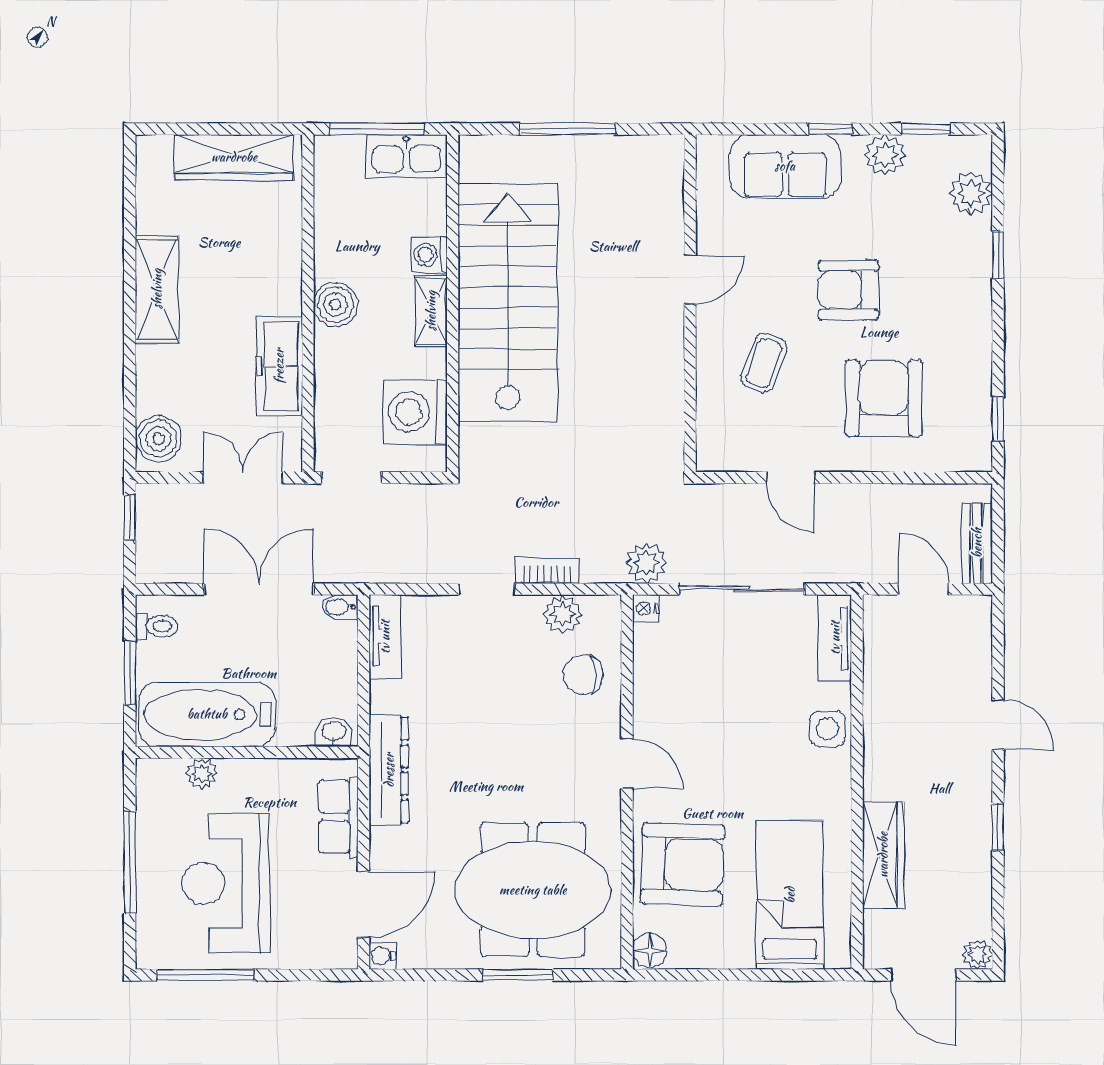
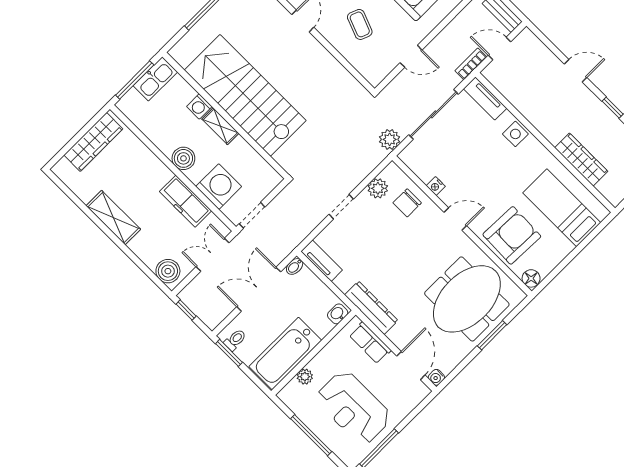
washing machine: (415, 412) -> (219, 187), moved, turned 180
bookcase: (547, 571) -> (471, 64), moved
nightstand: (646, 608) -> (436, 186), moved
window: (130, 673) -> (229, 353), moved

